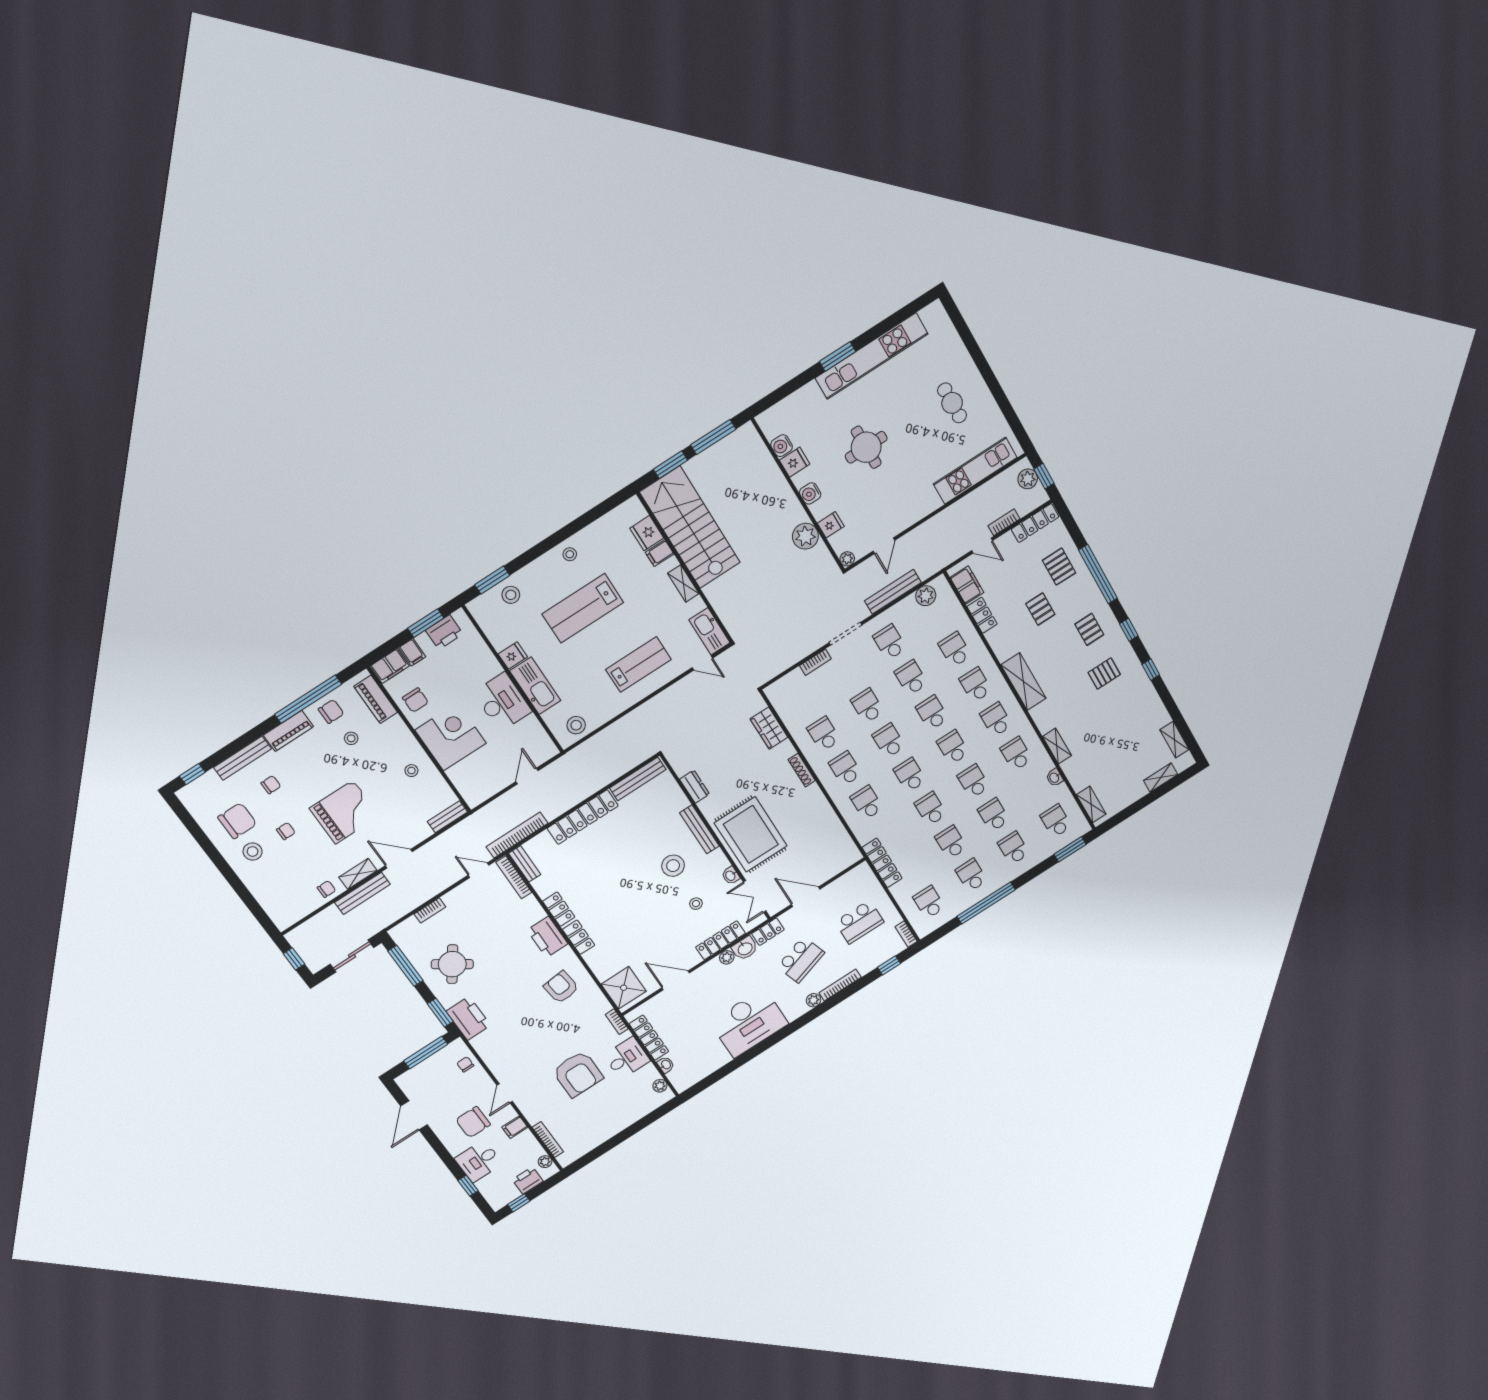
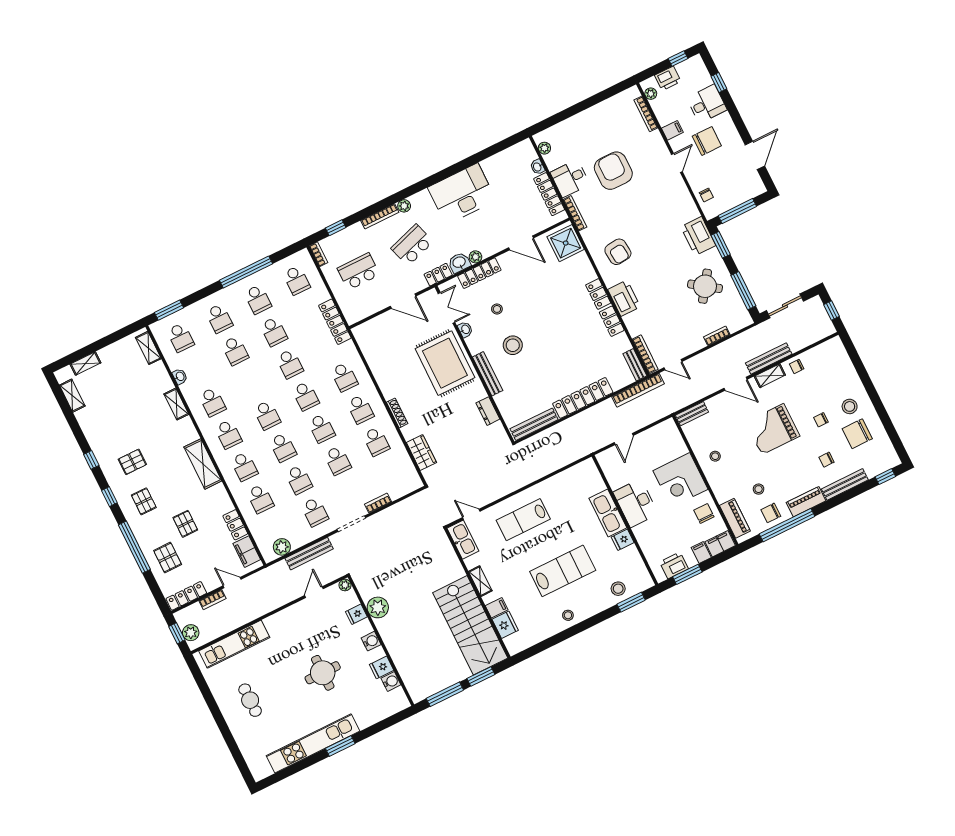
stool: (576, 725) -> (579, 476), removed
school desk: (973, 781) -> (251, 383), removed
bookcase: (617, 1022) -> (575, 213), width x1.56

